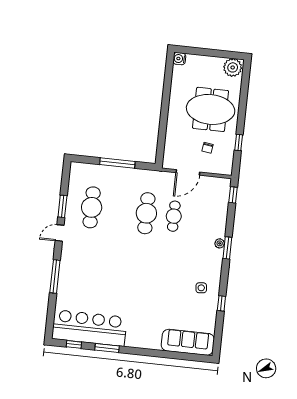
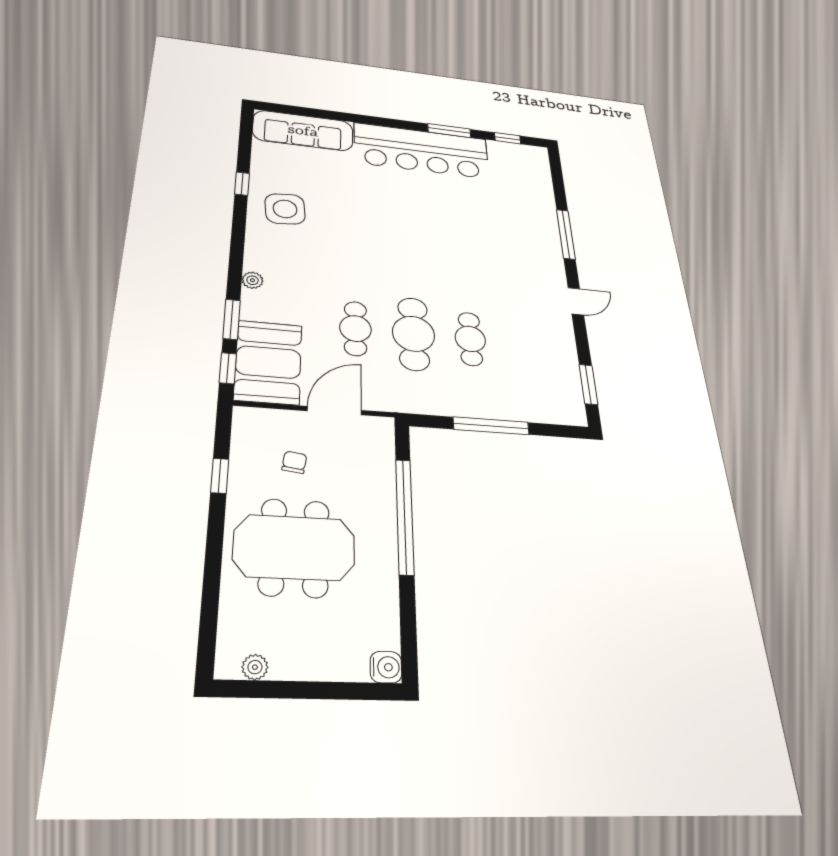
plant: (233, 67) -> (255, 667), width x0.53, depth x0.53
window: (163, 121) -> (405, 516), added
booth: (215, 198) -> (268, 362), added
window: (62, 206) -> (588, 384), moved
cafe table: (92, 207) -> (470, 339), moved, width x0.73, depth x0.74
window: (227, 248) -> (232, 319), moved
side table: (201, 288) -> (285, 209), width x1.87, depth x1.87
bar counter: (89, 328) -> (422, 151), moved

